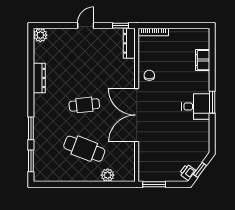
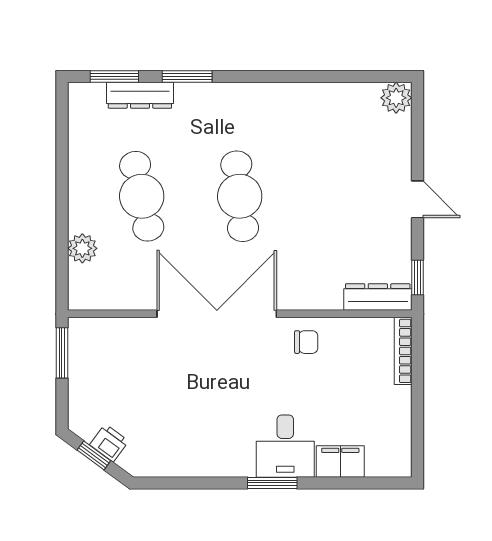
dresser: (39, 78) -> (140, 95), moved
window: (212, 102) -> (272, 483), moved
cafe table: (84, 105) -> (240, 196), width x1.37, depth x1.35
desk: (196, 106) -> (285, 446), moved
cafe table: (84, 149) -> (142, 196), turned -33
printer: (188, 172) -> (109, 443), moved

